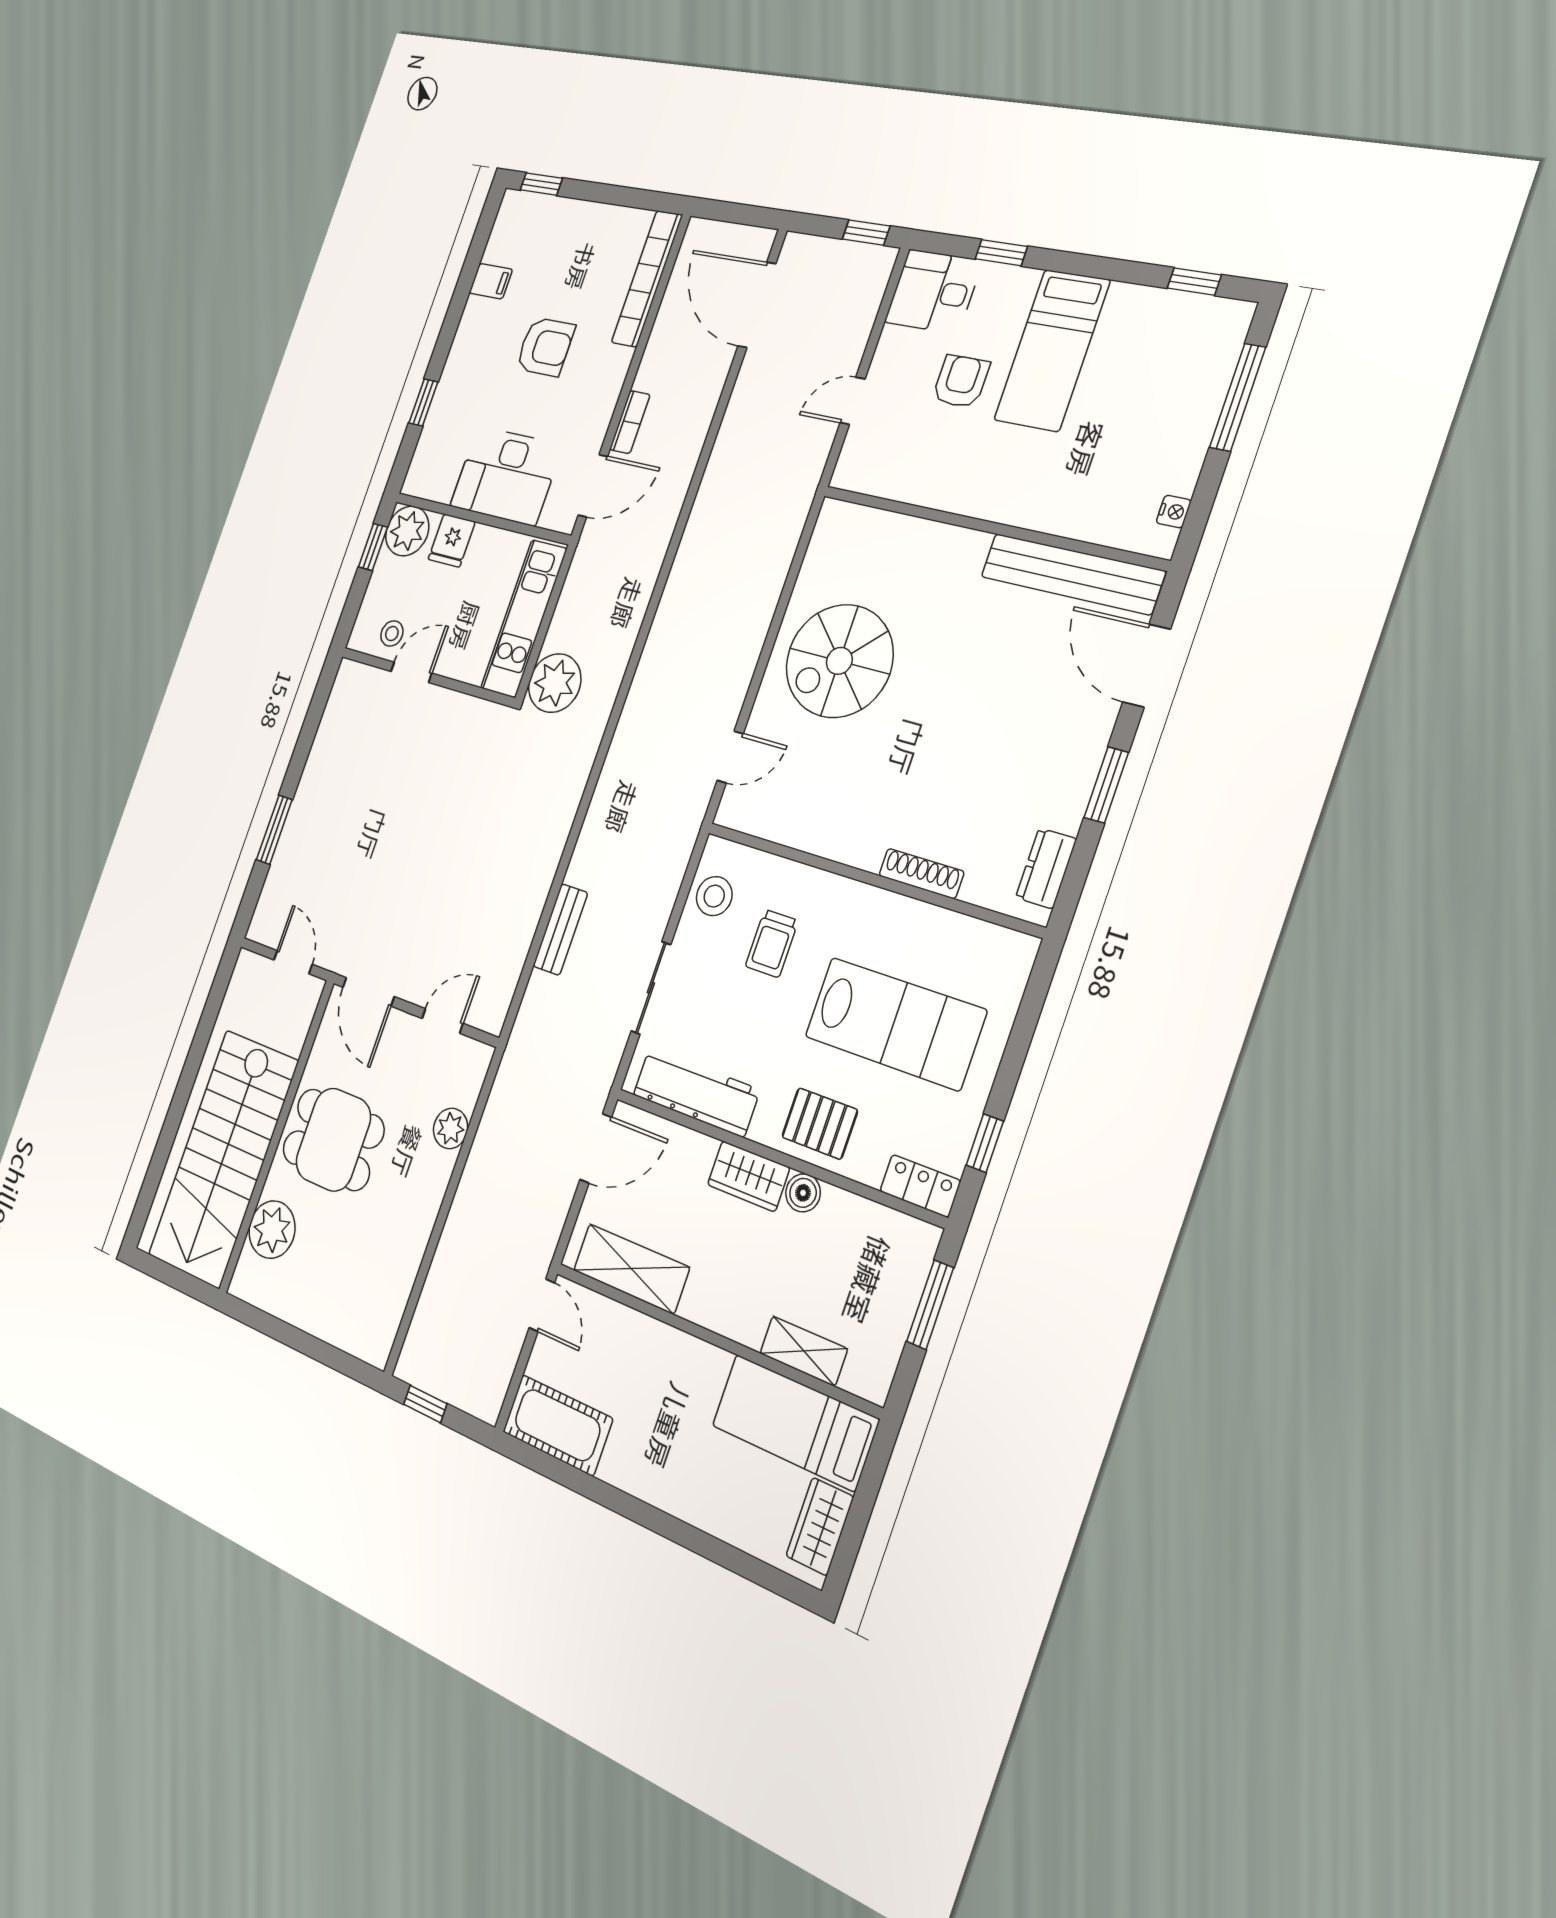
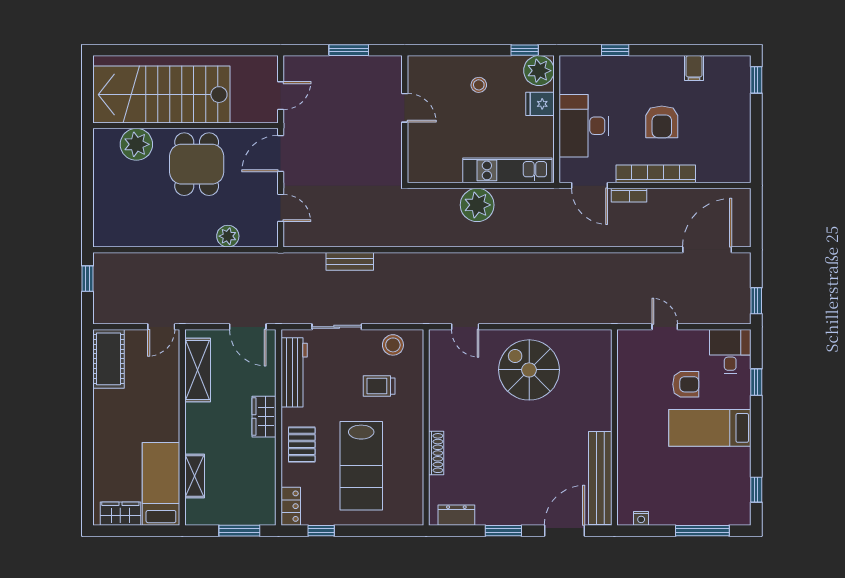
bookcase: (647, 279) -> (656, 174), moved
door: (411, 672) -> (405, 108), moved
wall: (427, 677) -> (405, 119), moved
boiler: (803, 1193) -> (266, 448), removed

